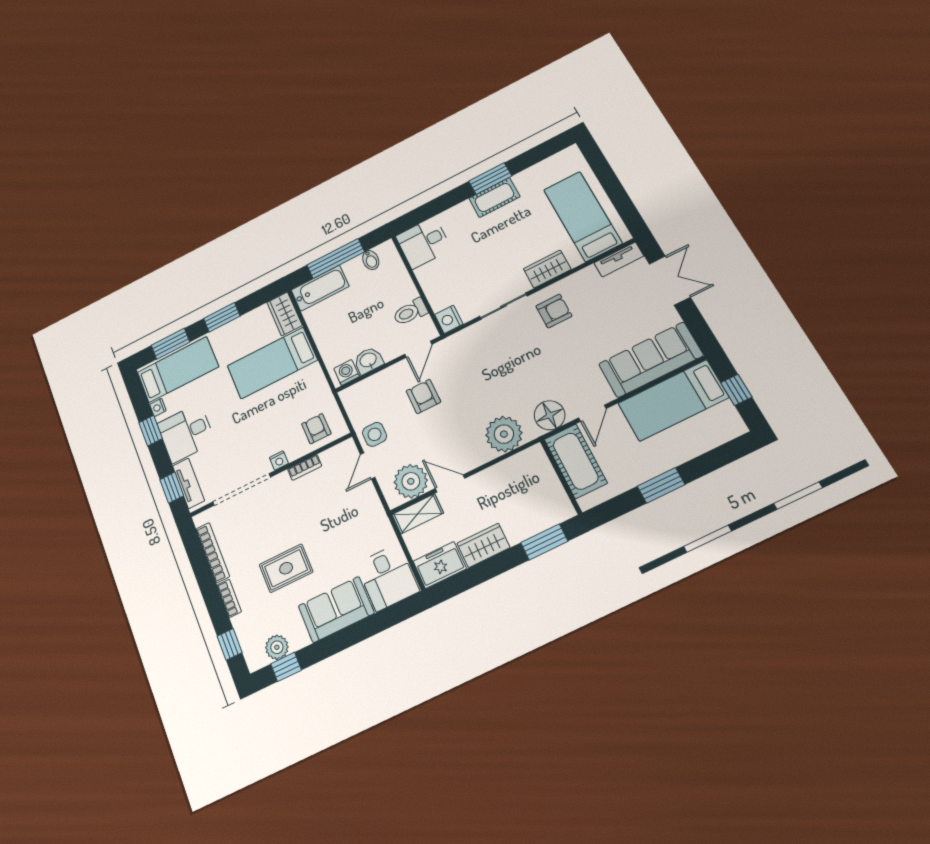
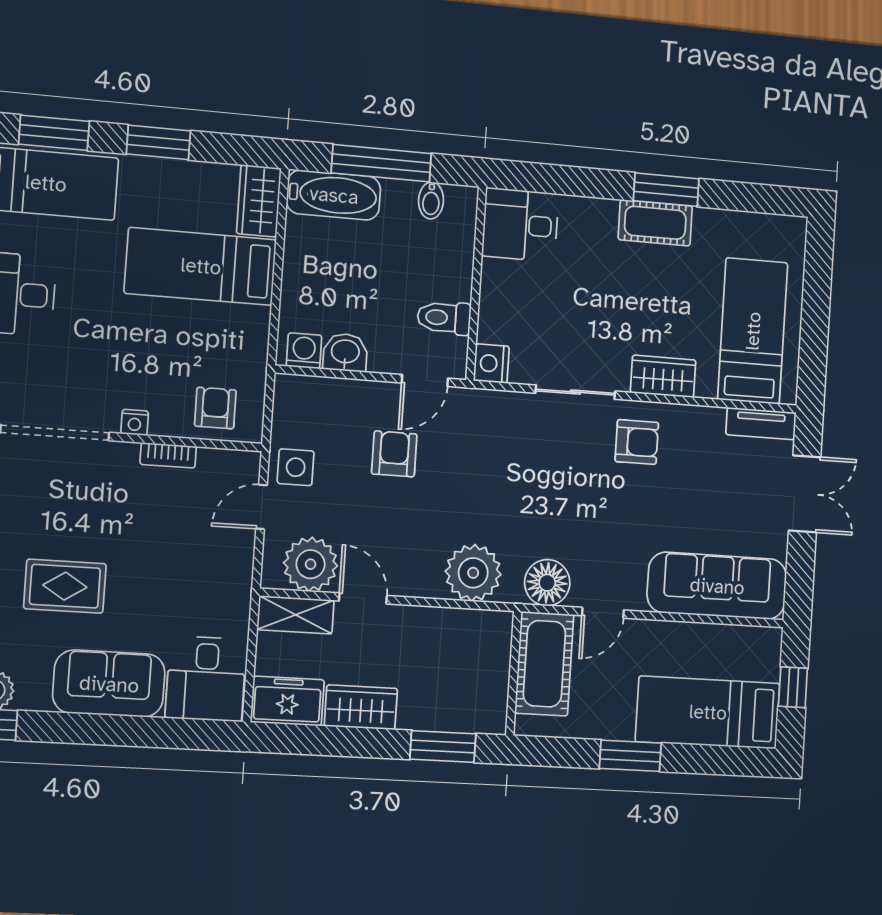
bed: (673, 400) -> (708, 712), moved

